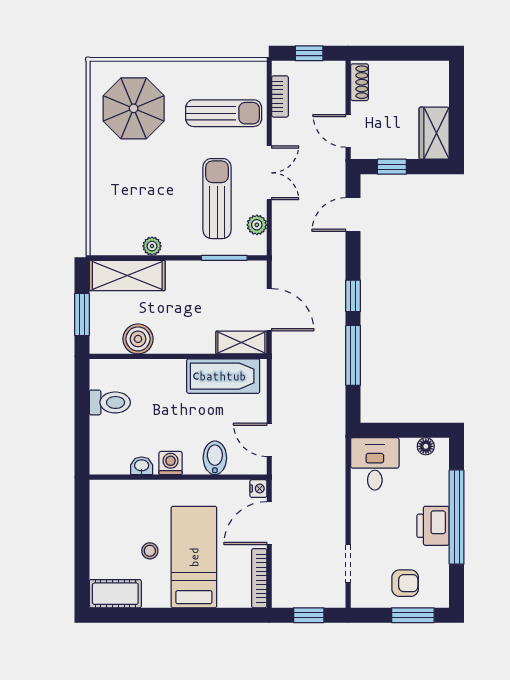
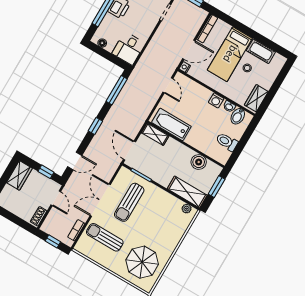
double door: (269, 173) -> (100, 200), width x1.37
plant: (257, 225) -> (119, 181), removed
plant: (152, 246) -> (187, 209), moved
door: (269, 310) -> (129, 151), moved
window: (353, 355) -> (117, 90), moved
bidet: (215, 458) -> (238, 116), moved
wardrobe: (103, 508) -> (256, 98), added
cot: (115, 594) -> (261, 51), moved

